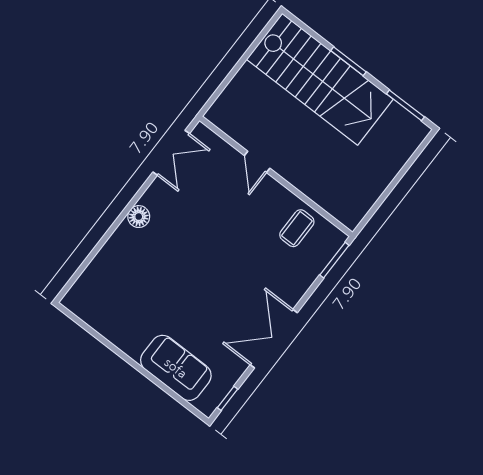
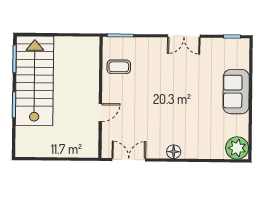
stairs: (320, 79) -> (35, 81), moved
plant: (83, 299) -> (237, 148), added
double door: (274, 339) -> (184, 36), width x0.73
sofa: (176, 368) -> (236, 92), moved

